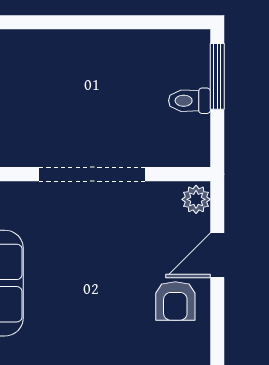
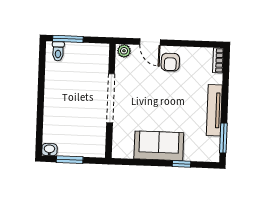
toilet: (189, 101) -> (58, 51), moved
armchair: (175, 301) -> (170, 62), turned 90

